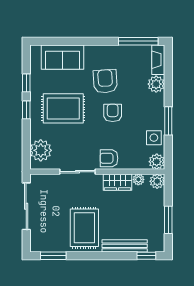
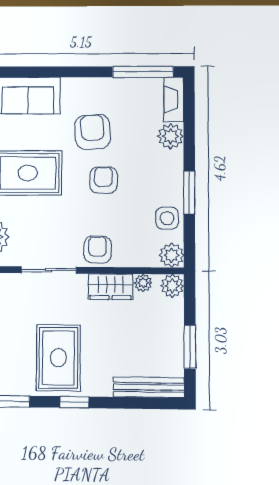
armchair: (109, 158) -> (98, 250), turned 90
bench: (125, 246) -> (149, 387), moved
window: (146, 256) -> (75, 402), moved

